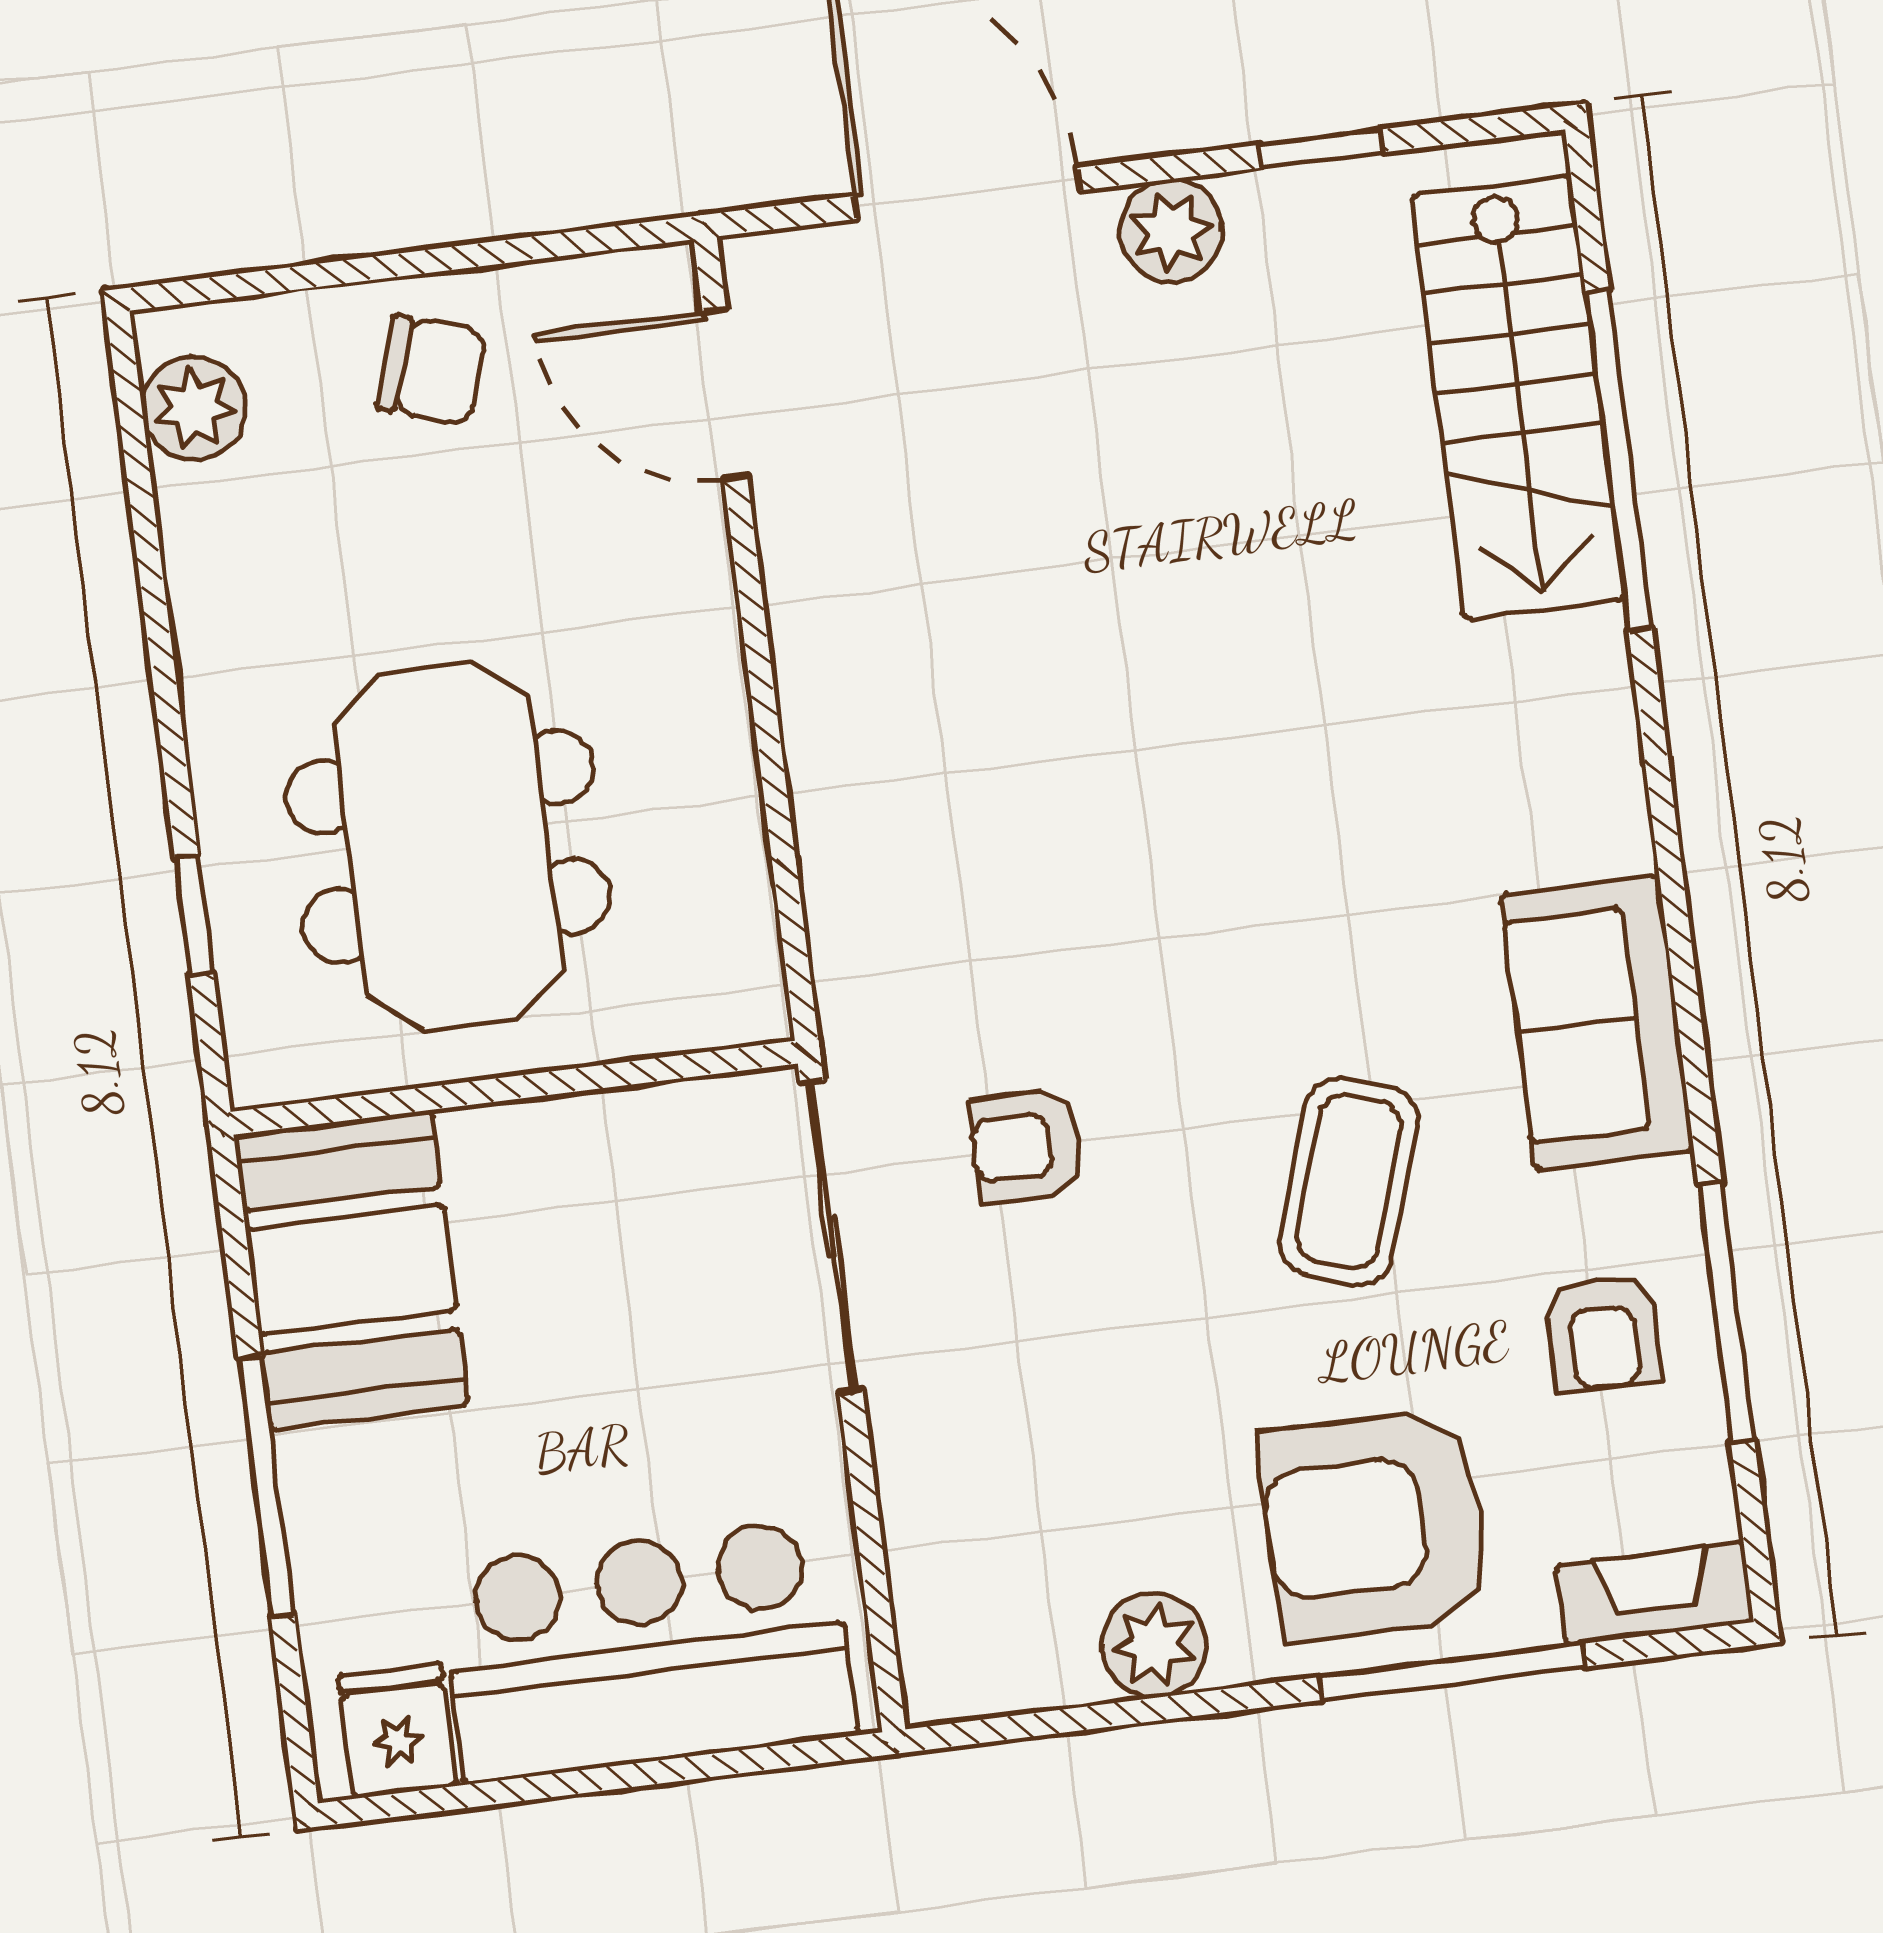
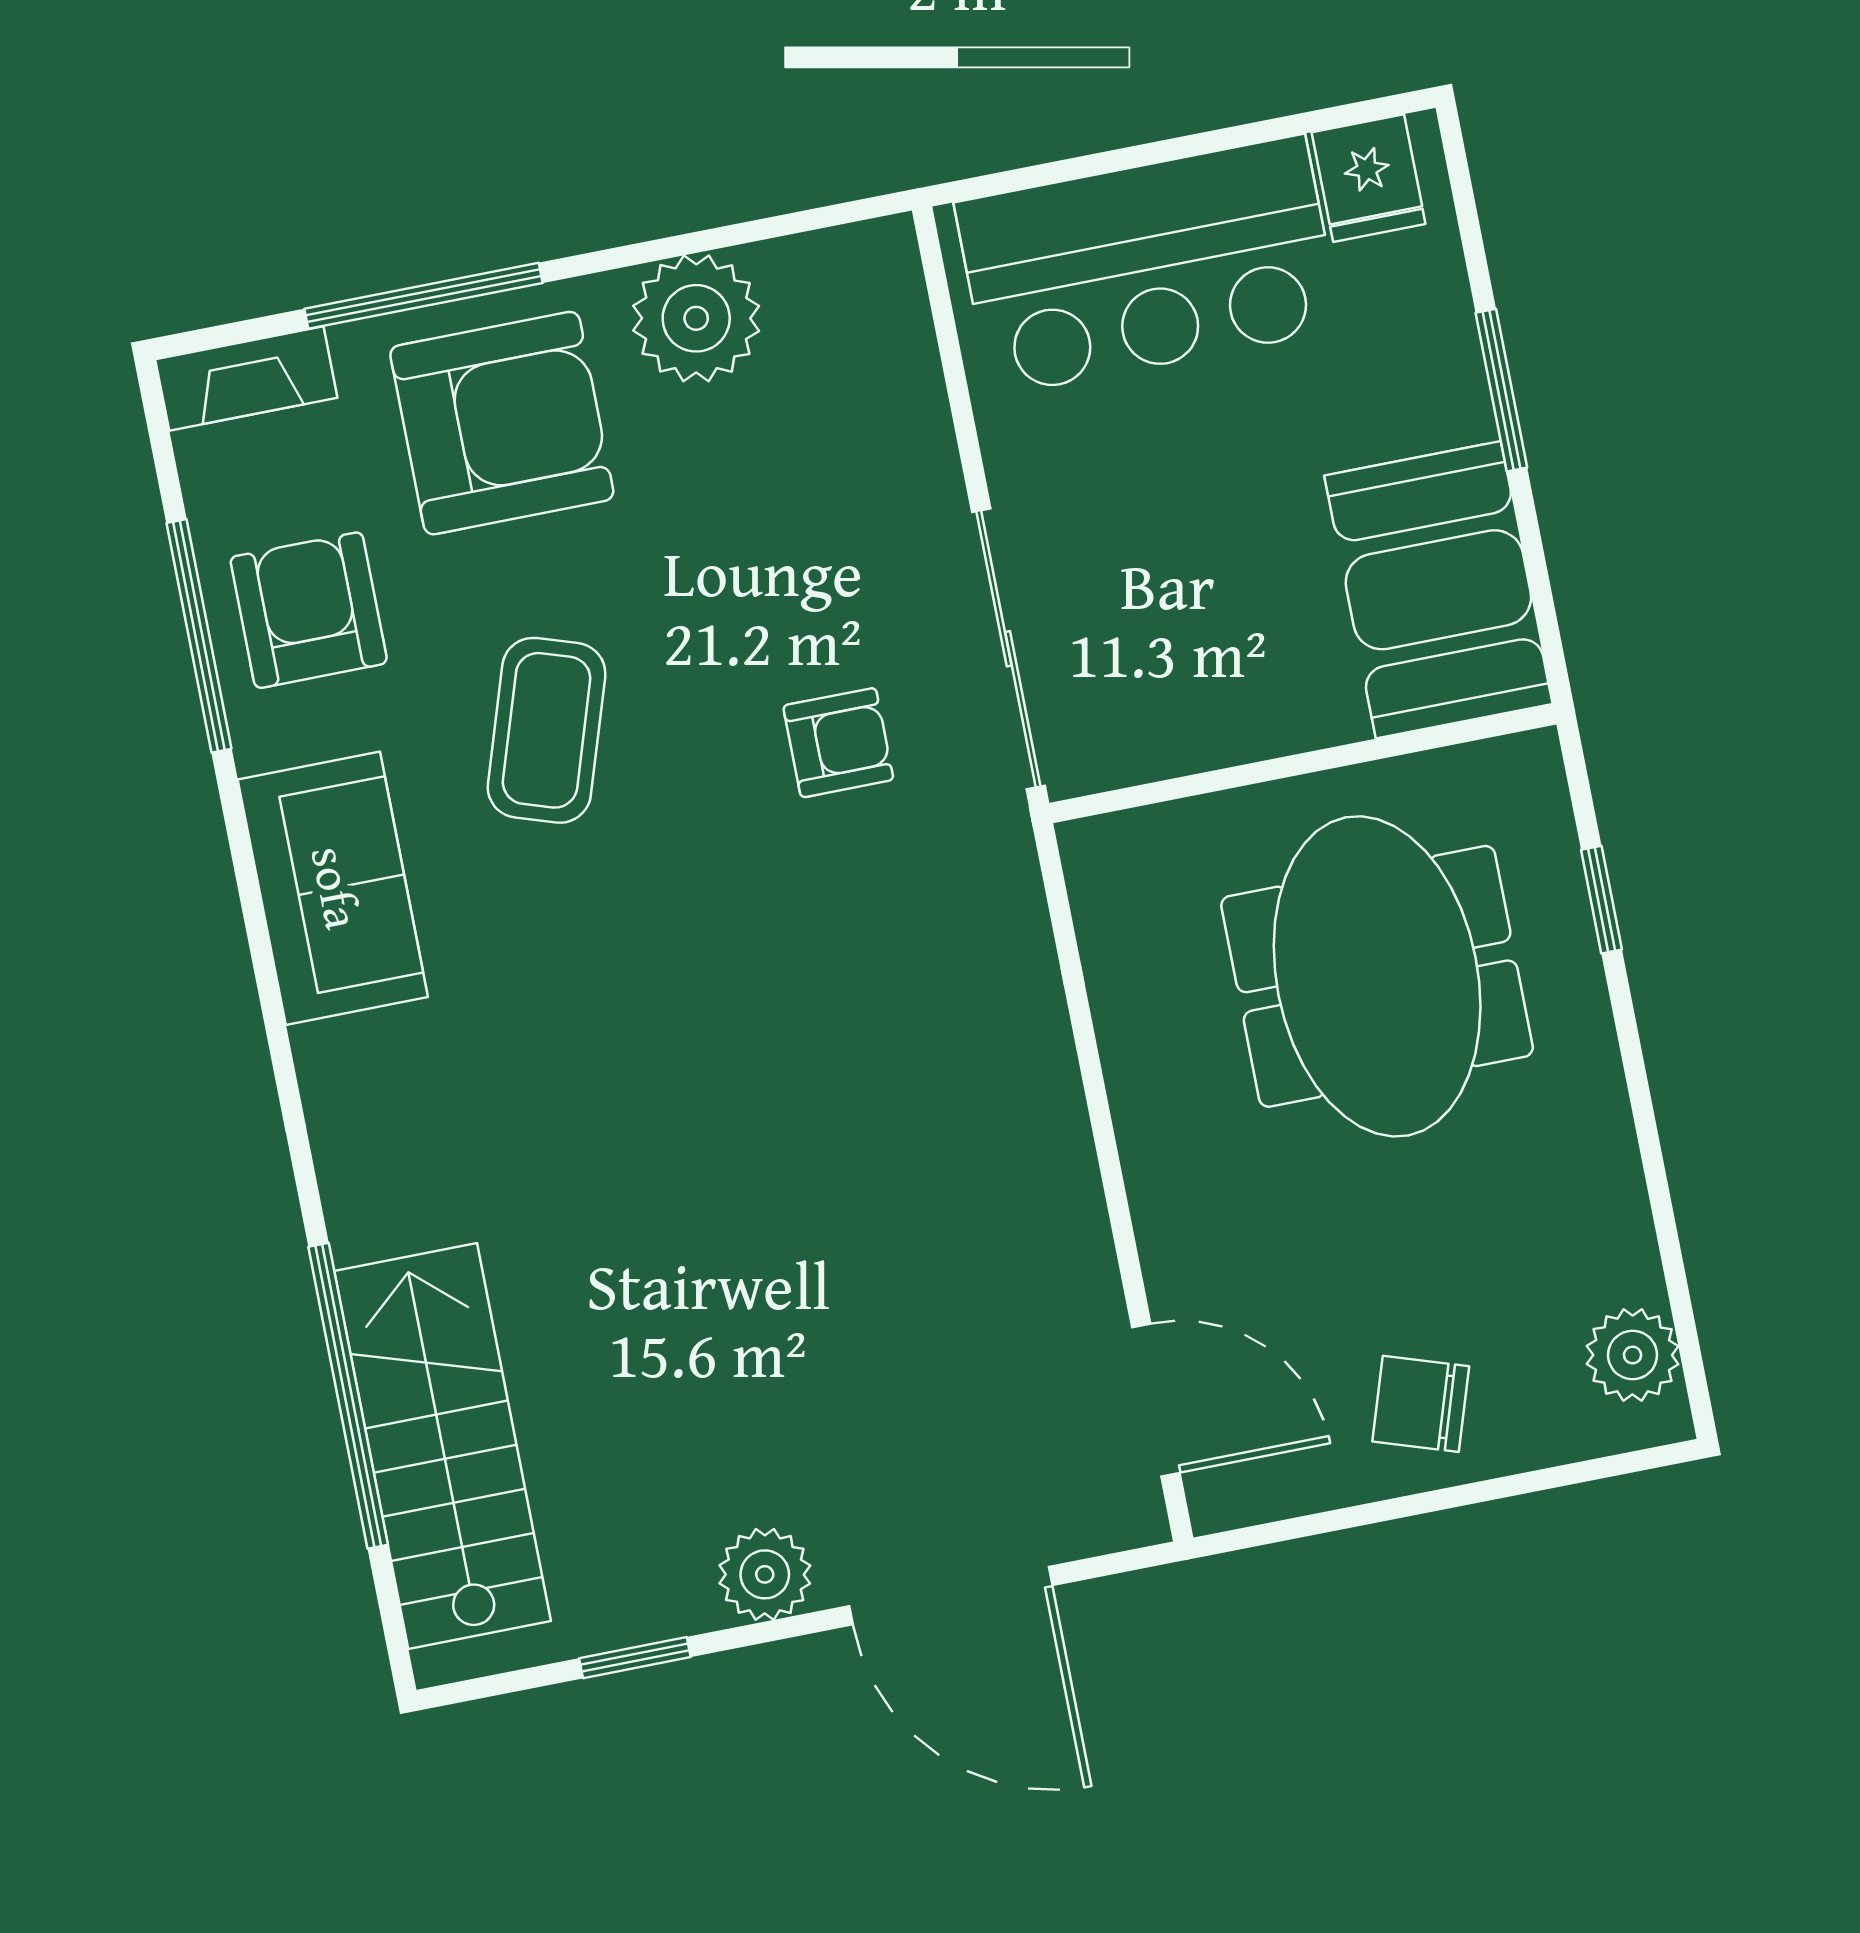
armchair: (1603, 1333) -> (309, 610), width x1.38, depth x1.38
window: (266, 1486) -> (1501, 390), width x0.69
plant: (1154, 1645) -> (696, 318), width x1.36, depth x1.36

